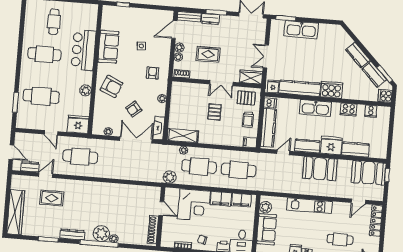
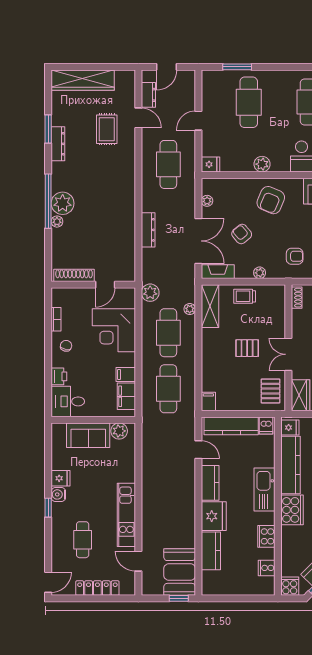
trolley: (248, 120) -> (245, 296), moved
fridge: (78, 124) -> (210, 164), width x0.53, depth x0.75
booth: (320, 169) -> (180, 503), removed
dresser: (125, 175) -> (148, 230), added
filing cabinet: (221, 199) -> (126, 374), width x0.50
kitchen unit: (309, 206) -> (126, 515), moved
locker: (376, 221) -> (97, 588), moved
dresser: (72, 234) -> (58, 144), moved

